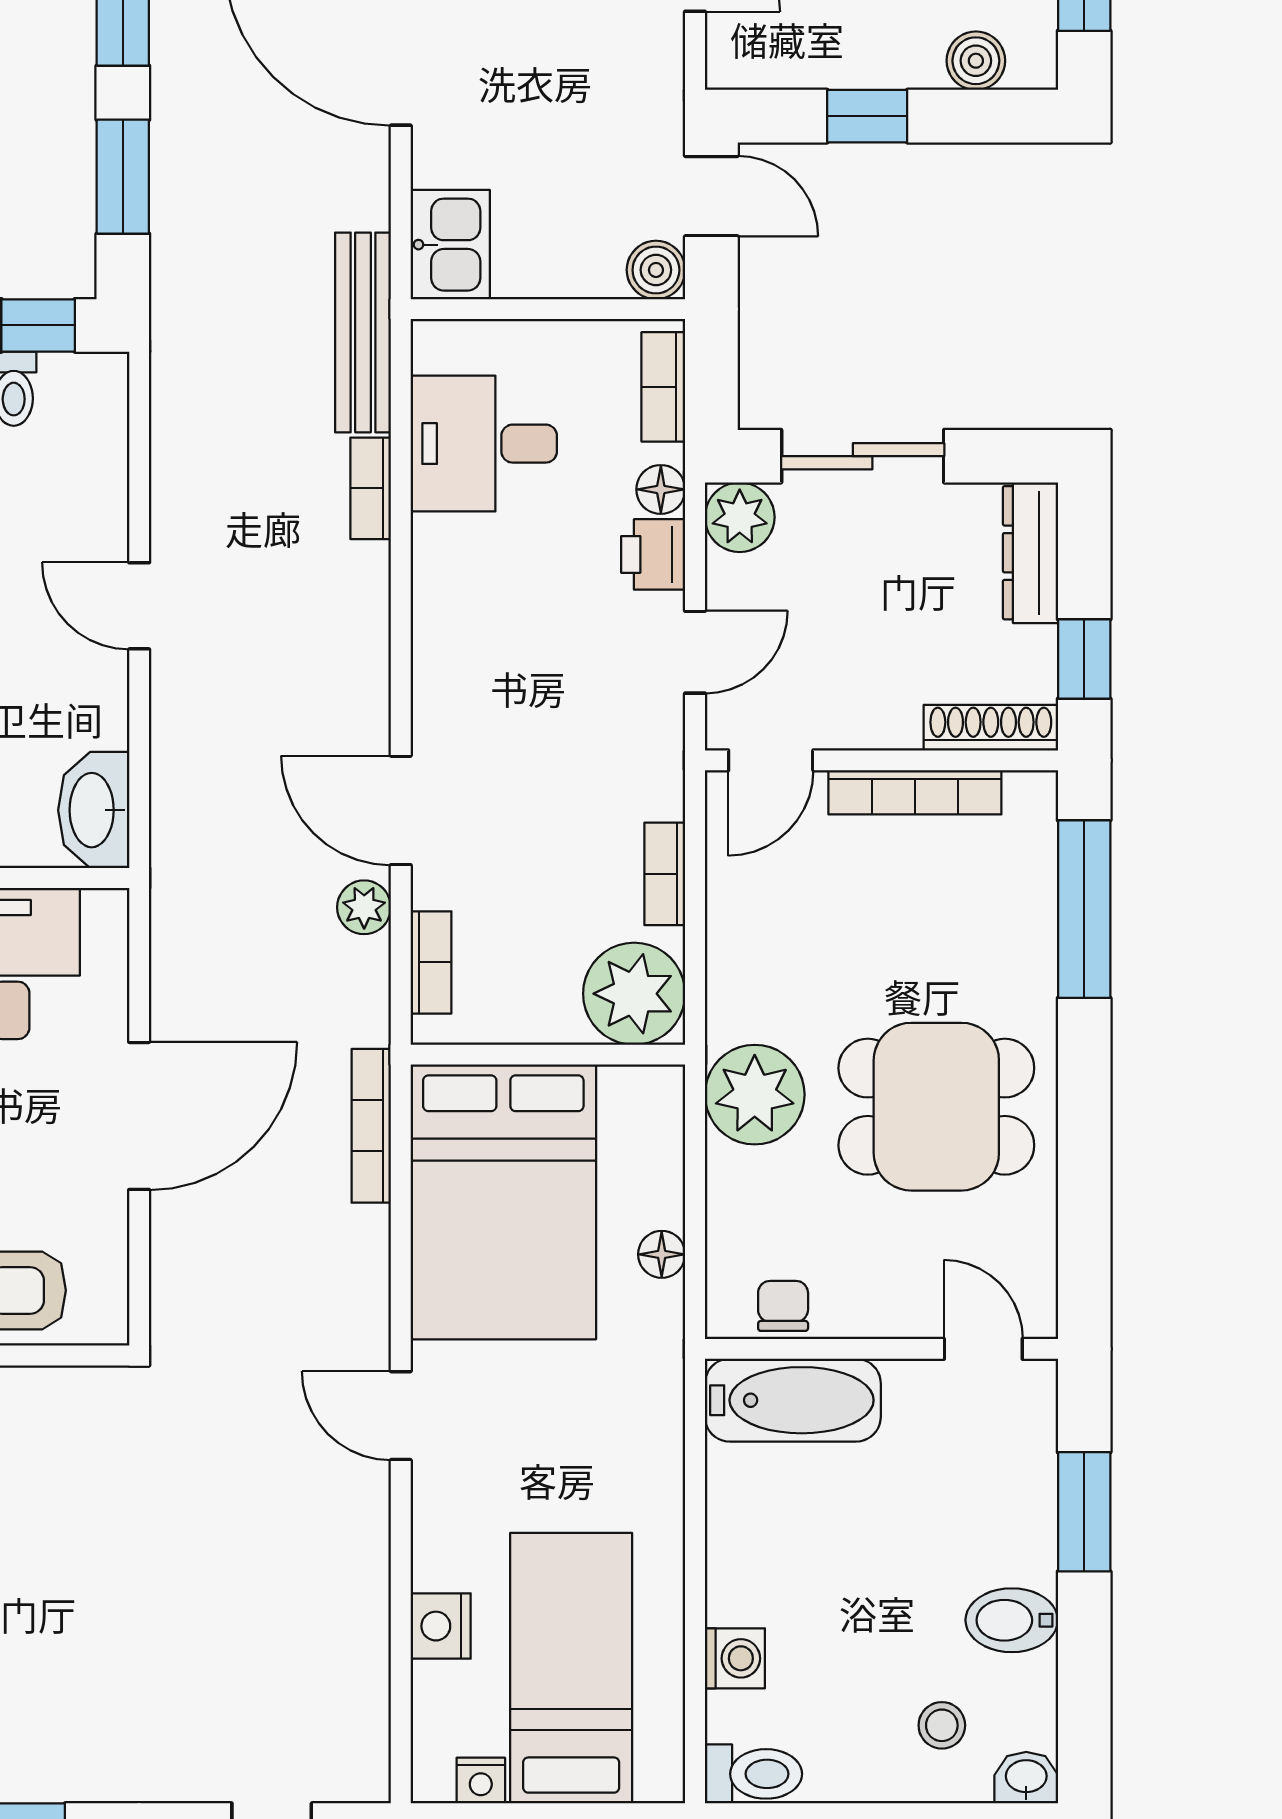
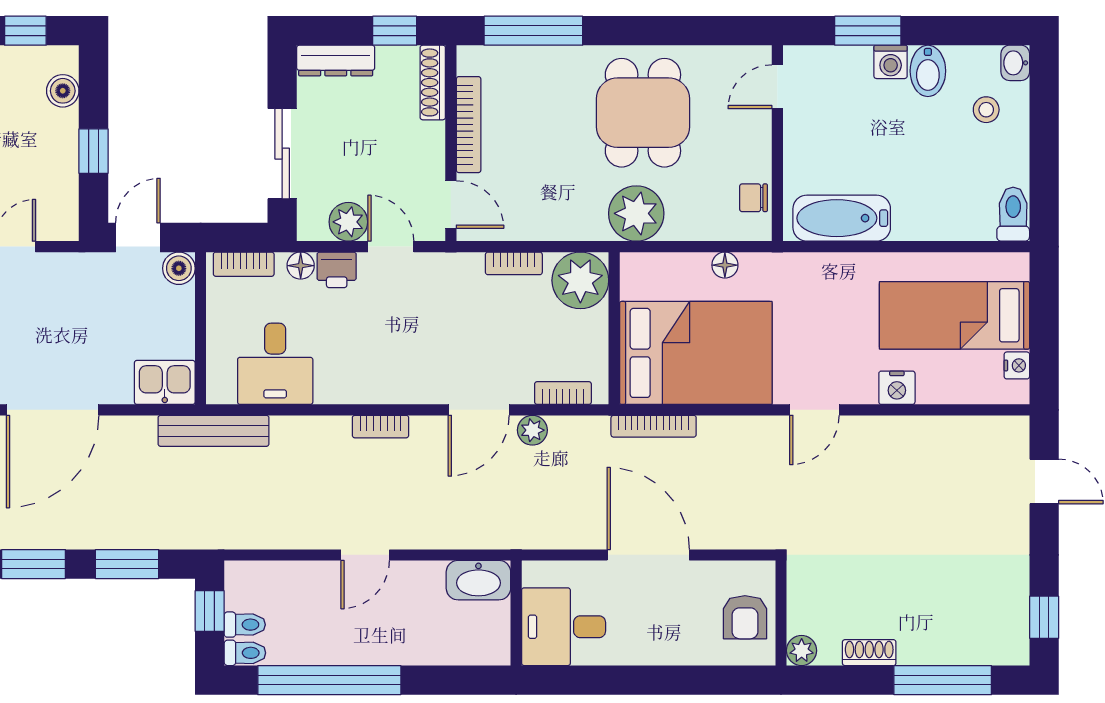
bookcase: (371, 488) -> (381, 427), moved
plant: (740, 517) -> (348, 222), moved
bathtub: (793, 1400) -> (842, 218), moved, turned -90
nightstand: (441, 1626) -> (897, 388), moved
washing machine: (735, 1658) -> (891, 62), moved, turned 180

